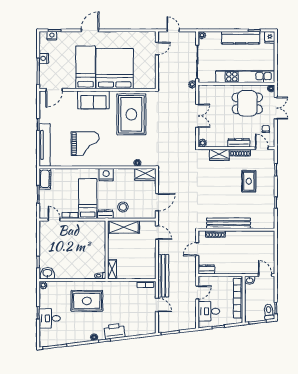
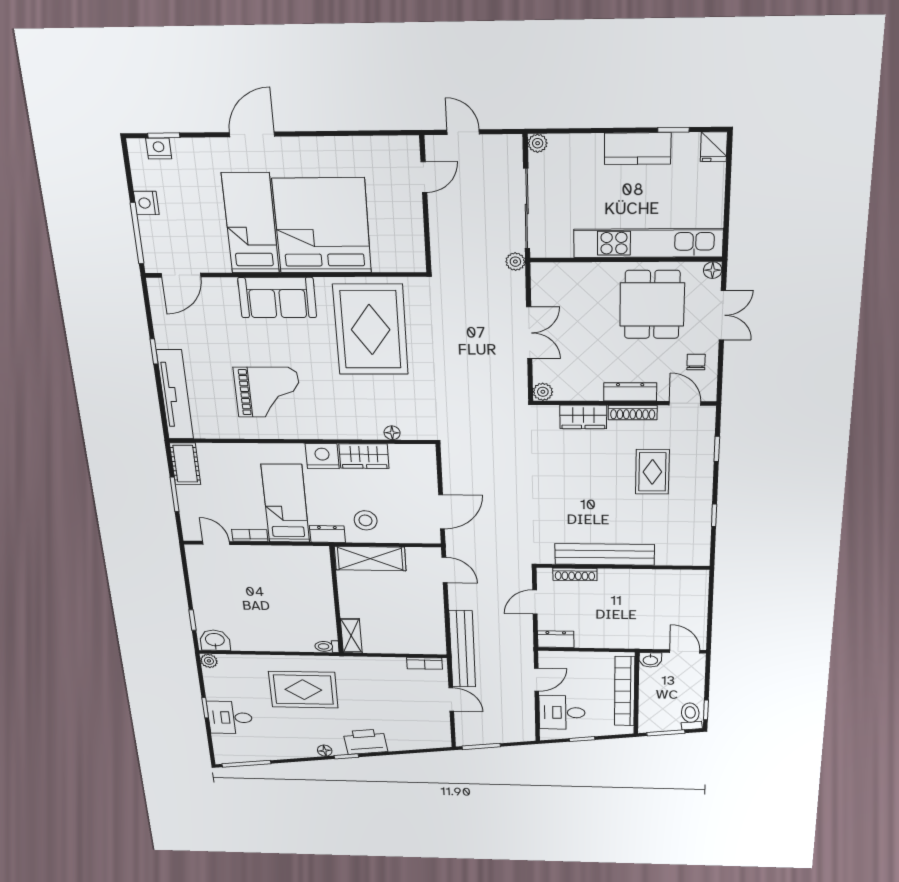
kitchen counter: (241, 38) -> (638, 149), width x0.67
dining table: (247, 103) -> (652, 305), turned 90
wardrobe: (145, 174) -> (364, 456), moved

